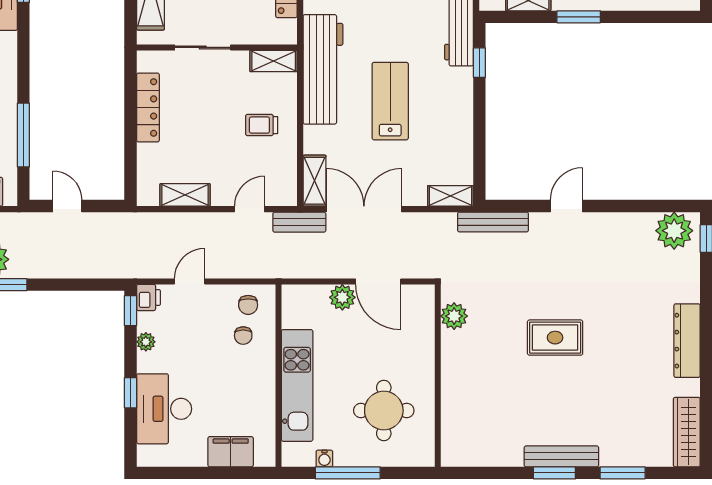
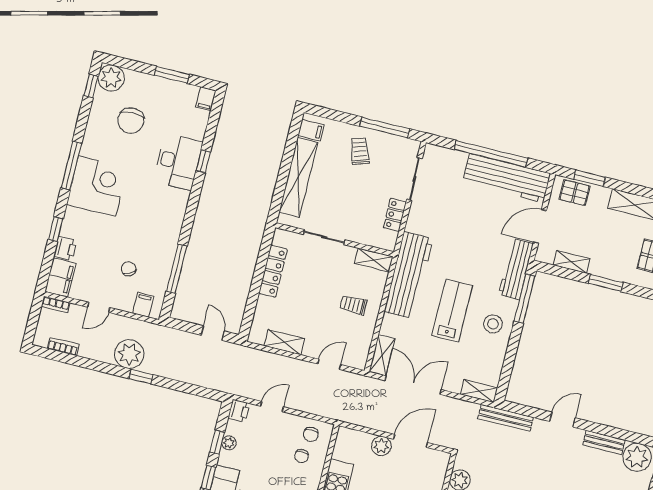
window: (479, 63) -> (525, 299), width x2.17
stool: (447, 105) -> (493, 324), added
door: (67, 206) -> (213, 333), moved
bench: (299, 222) -> (604, 442), moved
door: (378, 282) -> (410, 441), swing flipped
window: (131, 311) -> (217, 442), moved

